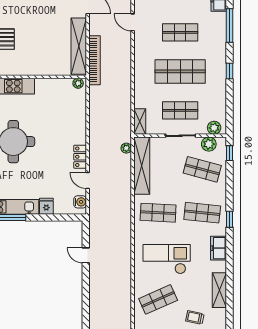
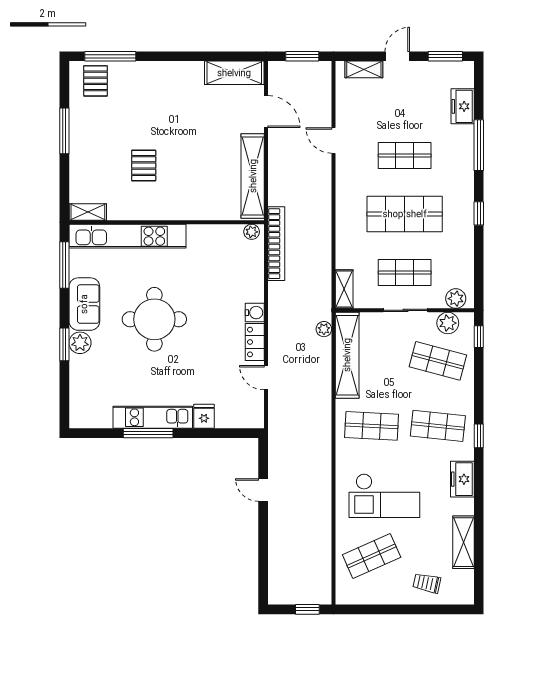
bookcase: (94, 60) -> (276, 244), moved
water cooler: (80, 202) -> (255, 313), moved
checkout: (167, 259) -> (384, 496), turned 180

